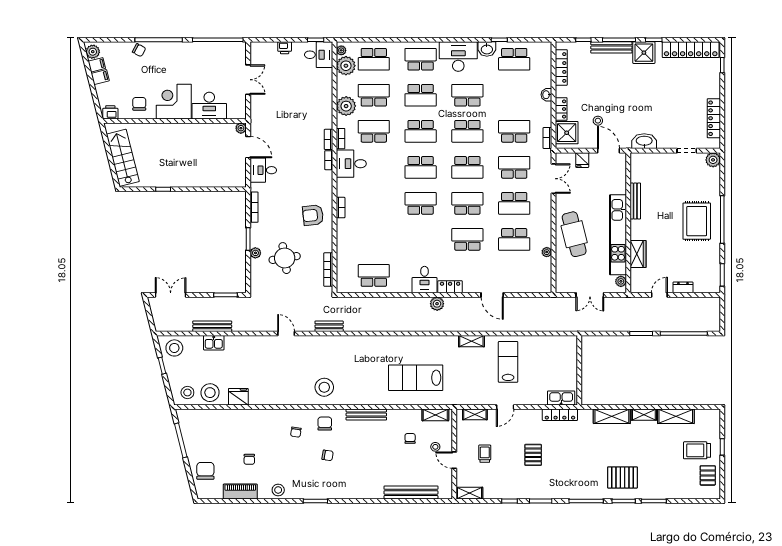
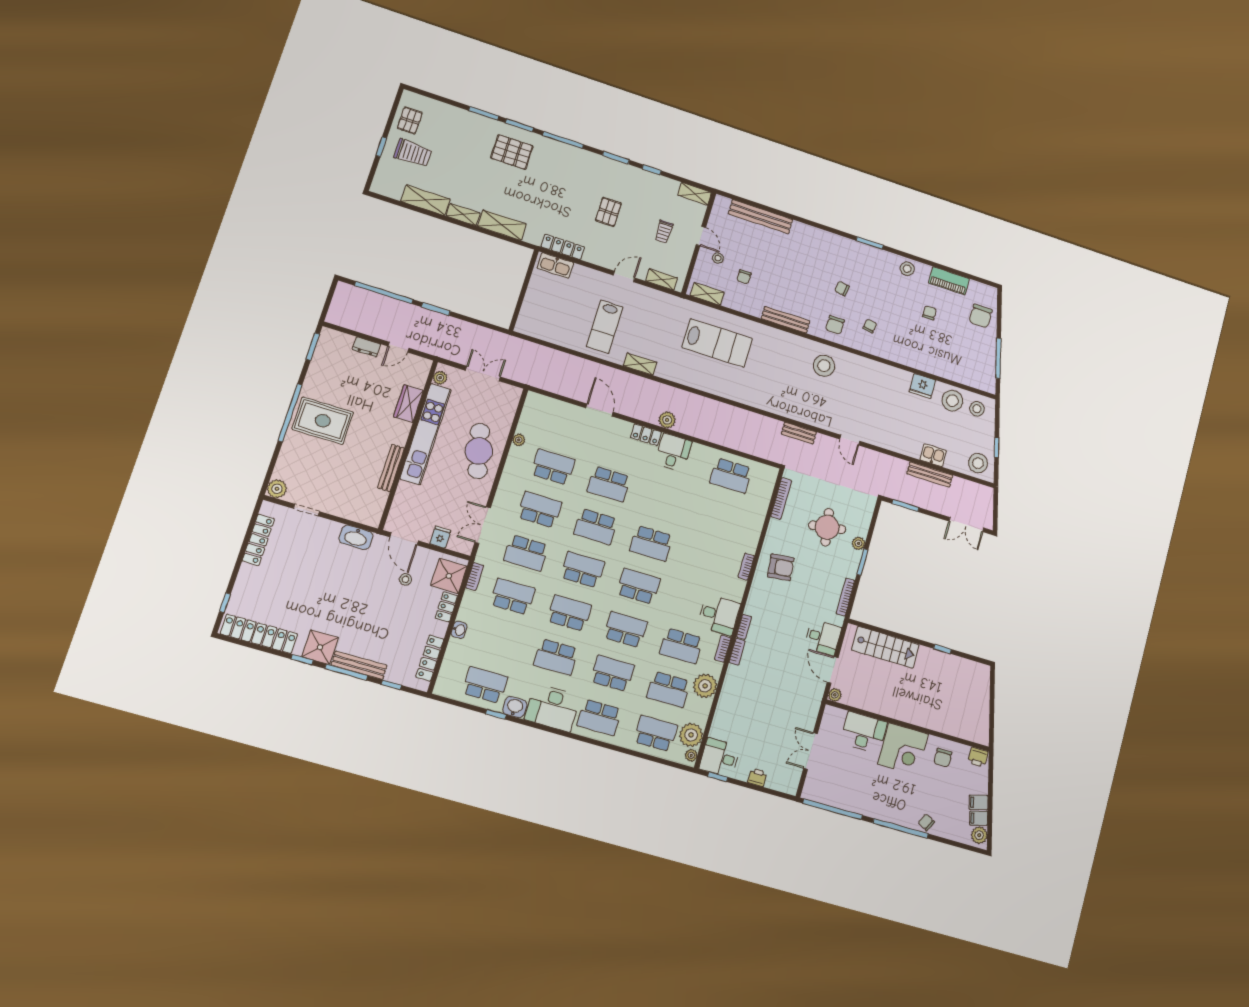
school desk: (514, 131) -> (513, 596), turned 180
stairs: (123, 158) -> (885, 647), moved, turned -76
rug: (697, 221) -> (323, 421), turned 90

